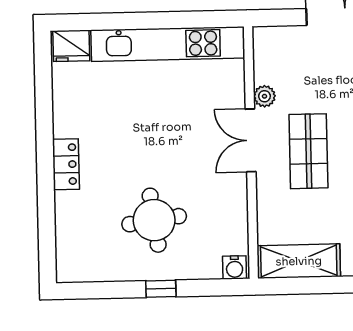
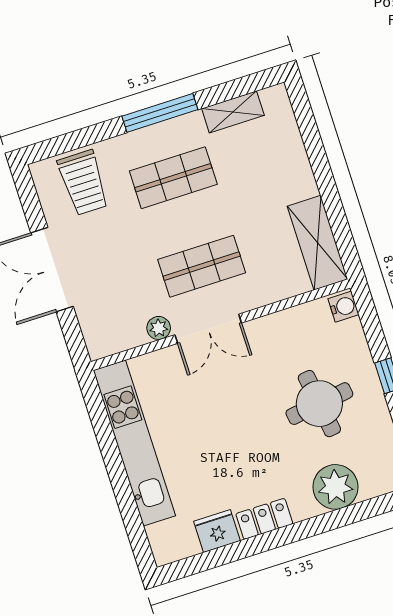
fridge: (71, 46) -> (217, 531), moved, turned -90
locker: (66, 164) -> (264, 519), moved
plant: (75, 212) -> (335, 487), added

